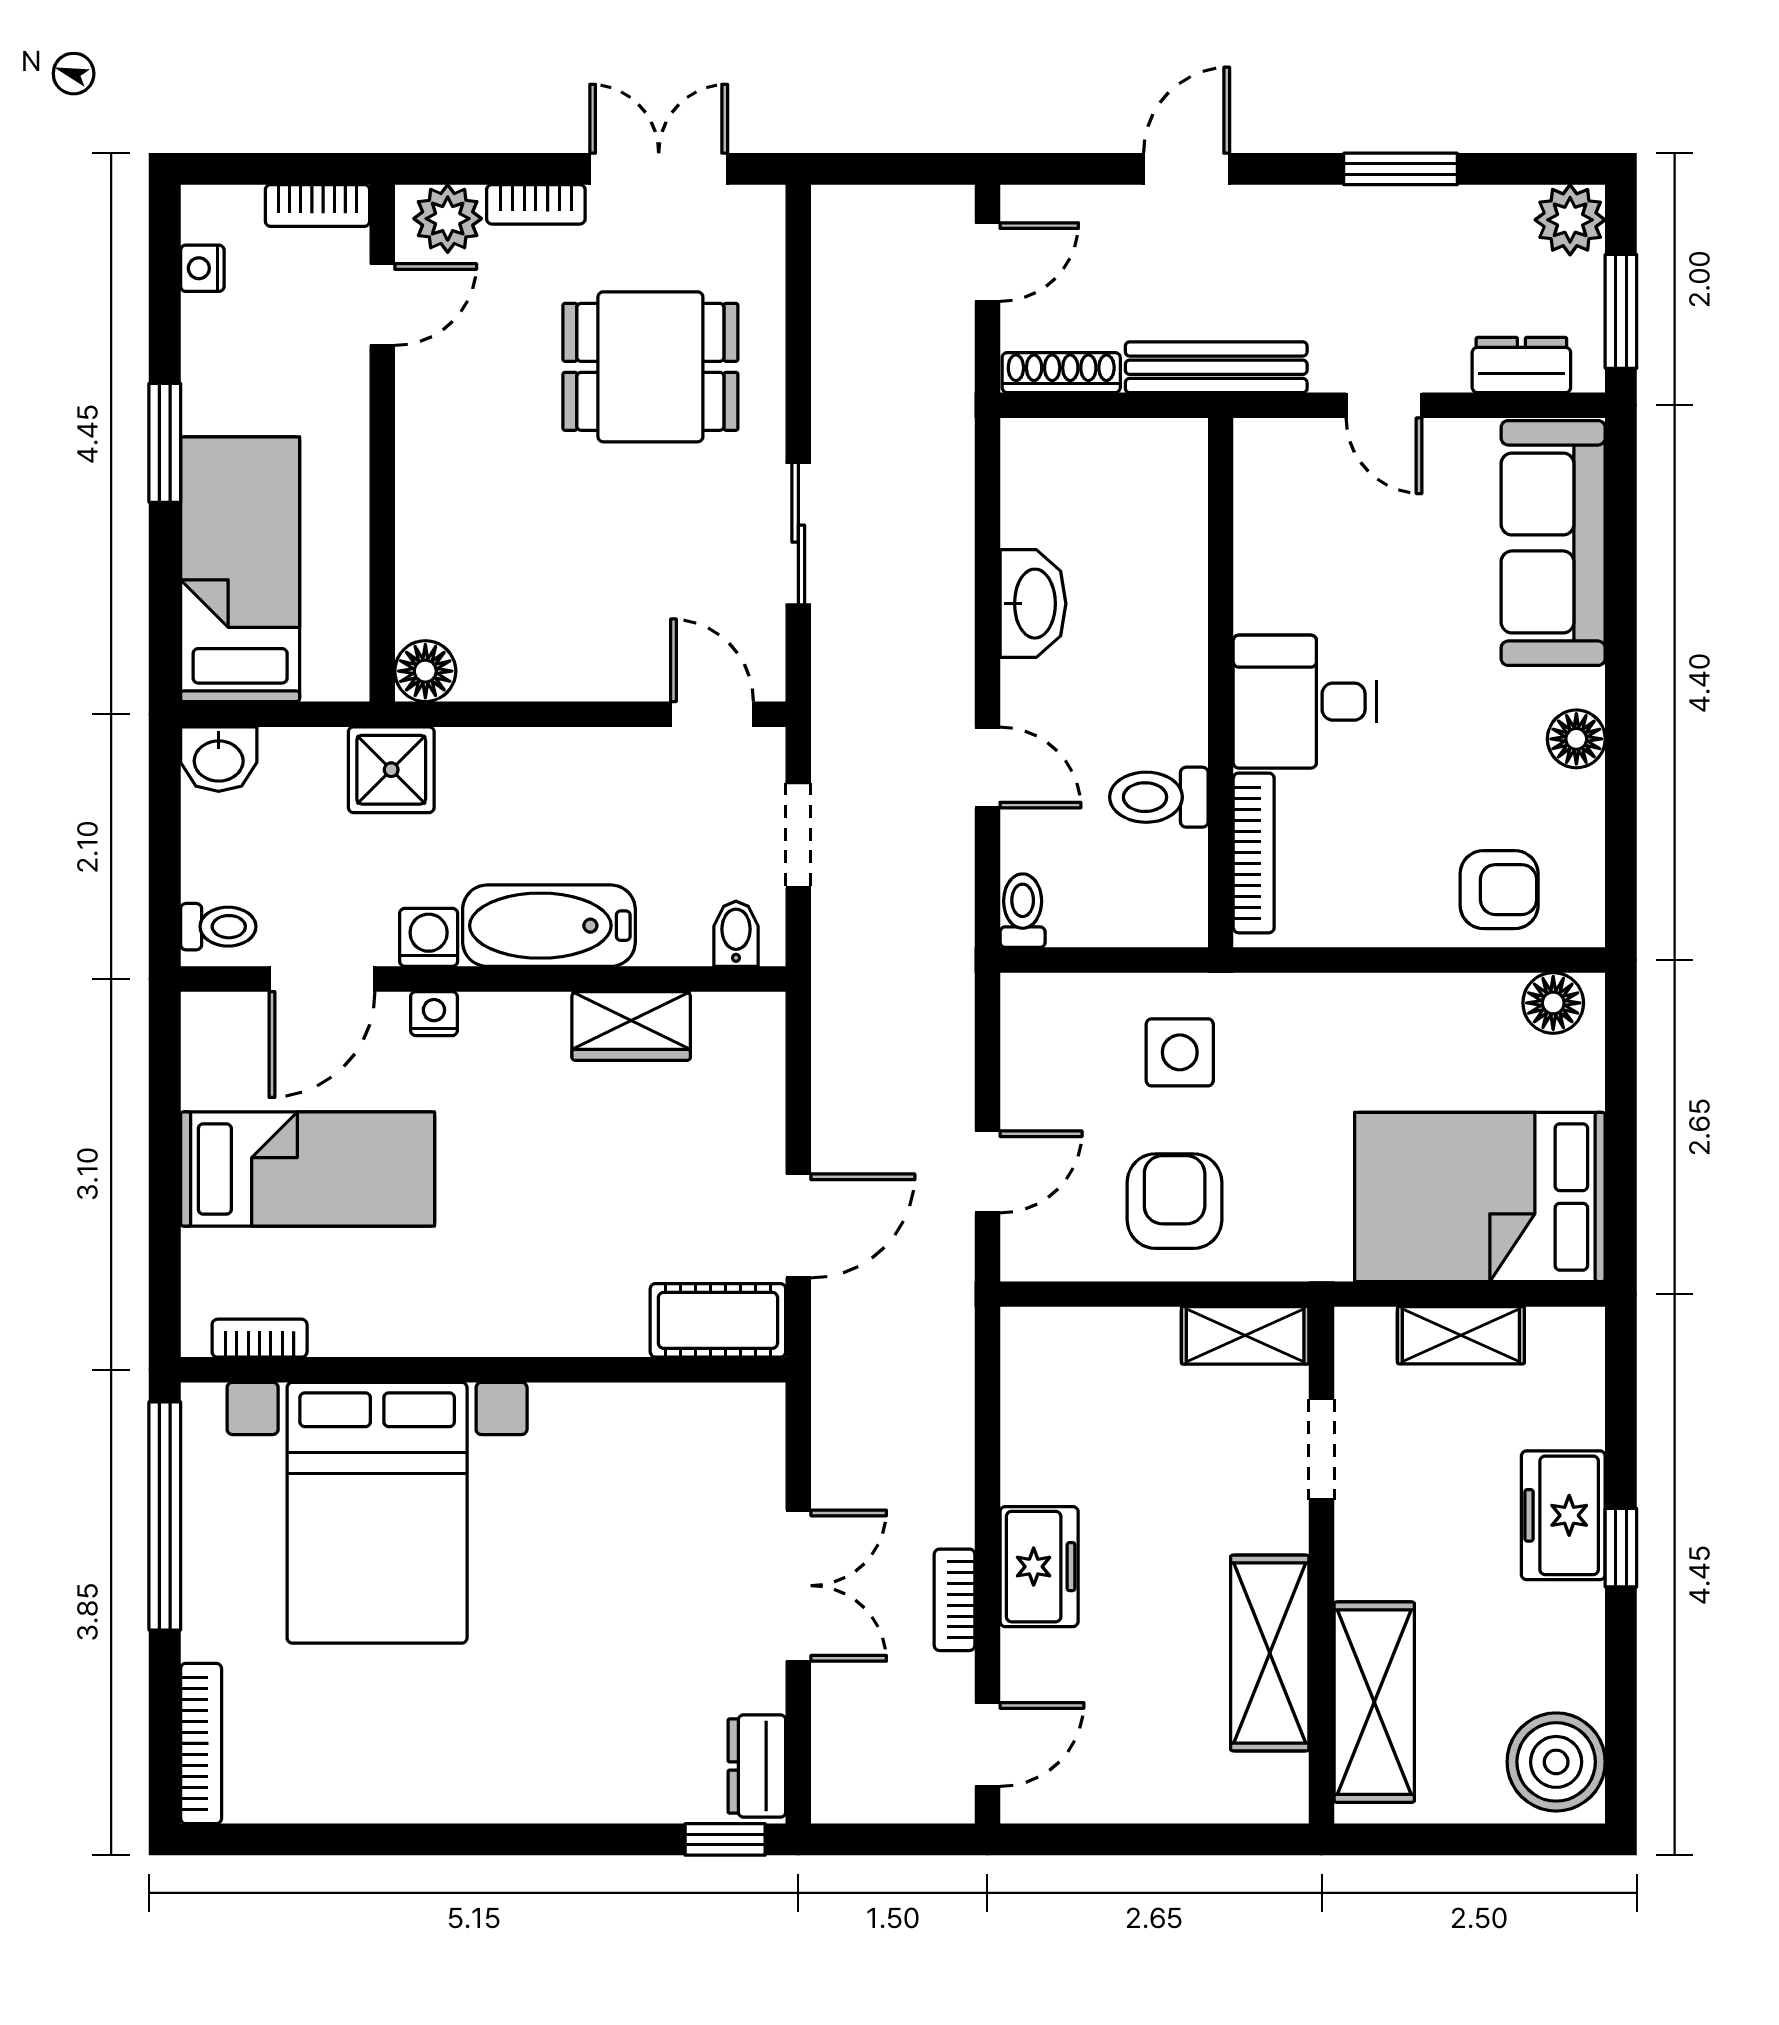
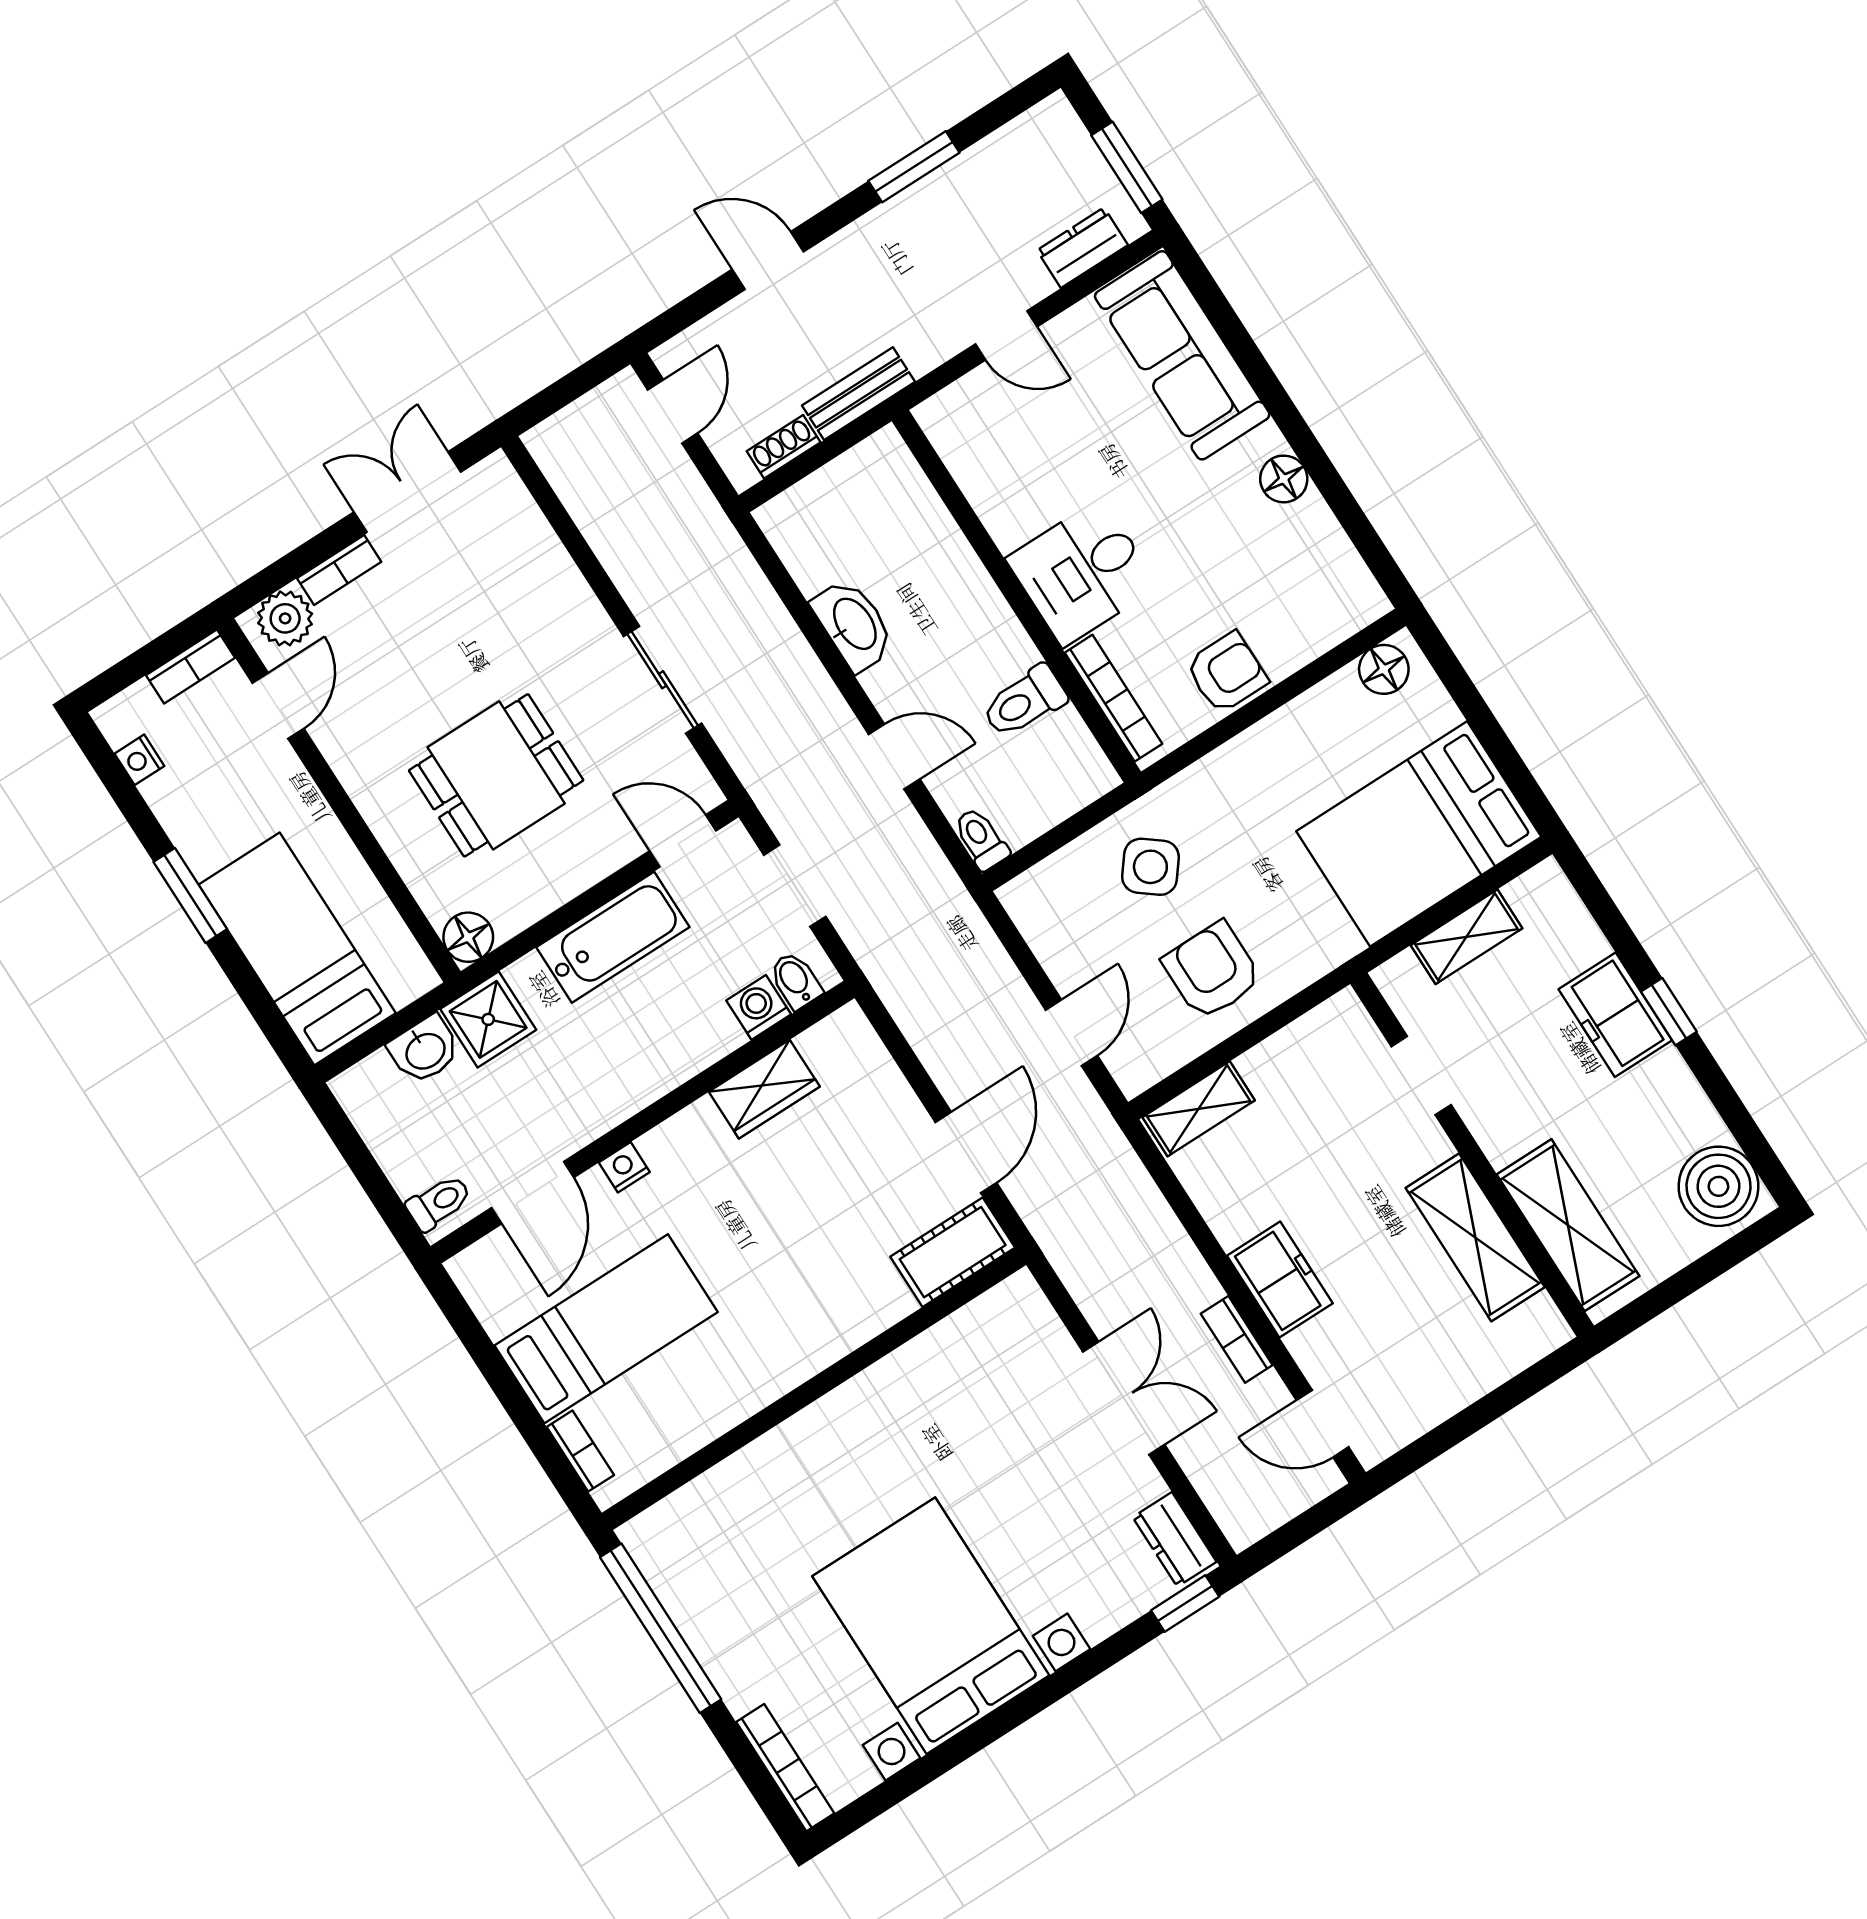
door: (1187, 169) -> (768, 261), hinge flipped
plant: (1570, 220) -> (1052, 127), removed
dining table: (650, 367) -> (496, 775), moved
bench: (1216, 367) -> (858, 394), width x0.73
shoe rack: (1061, 373) -> (784, 447), width x0.70
washbasin: (219, 759) -> (425, 1050), moved
armchair: (1499, 890) -> (1227, 673), moved
bathtub: (549, 926) -> (613, 937), moved, turned 180
washing machine: (429, 937) -> (759, 1007), moved
side table: (1180, 1052) -> (1150, 867), turned 38
shelving: (1245, 1335) -> (1199, 1109), moved
bookcase: (260, 1338) -> (580, 1451), moved, turned 90
bed with nightstands: (377, 1513) -> (931, 1626), moved, turned 180
door: (987, 1744) -> (1323, 1424), swing flipped

